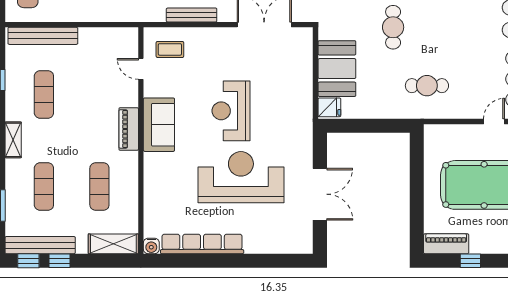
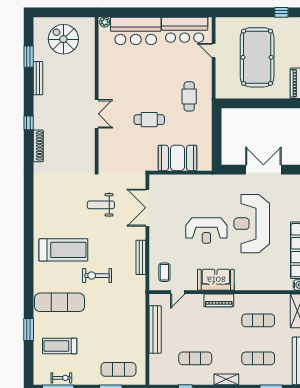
bench: (43, 36) -> (155, 329), moved
fridge: (329, 107) -> (204, 163), removed

